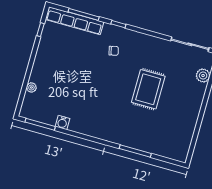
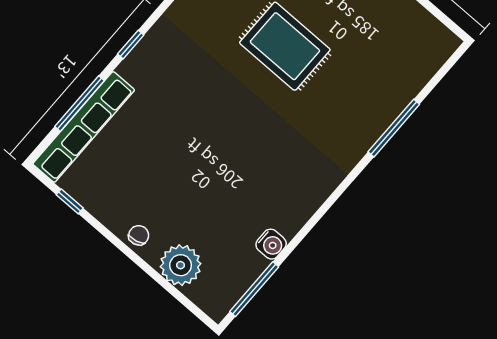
chair: (114, 51) -> (139, 235), moved
plant: (31, 87) -> (181, 265), width x1.87, depth x1.87

